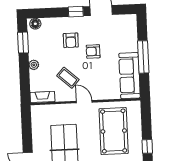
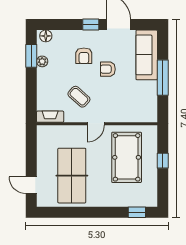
plant: (34, 65) -> (42, 61), moved
sofa: (130, 76) -> (147, 55), moved
door: (84, 102) -> (96, 124), swing flipped
window: (147, 146) -> (163, 161), moved

